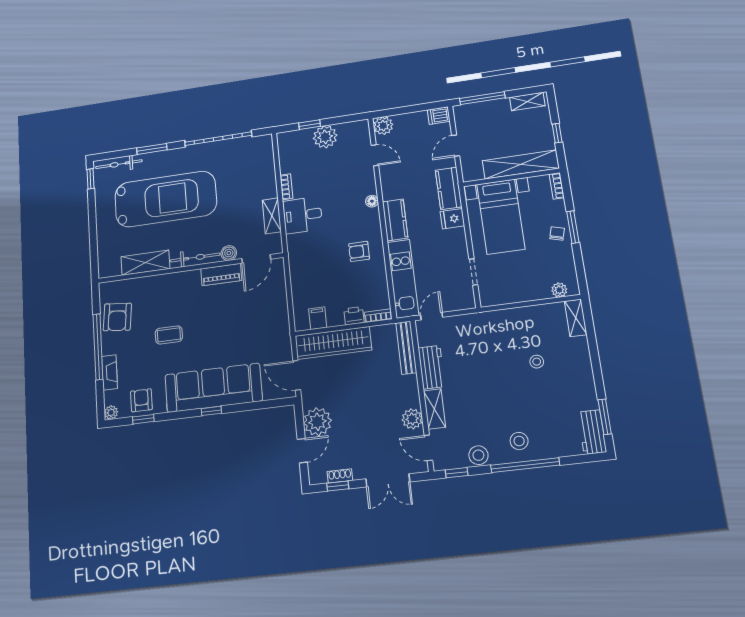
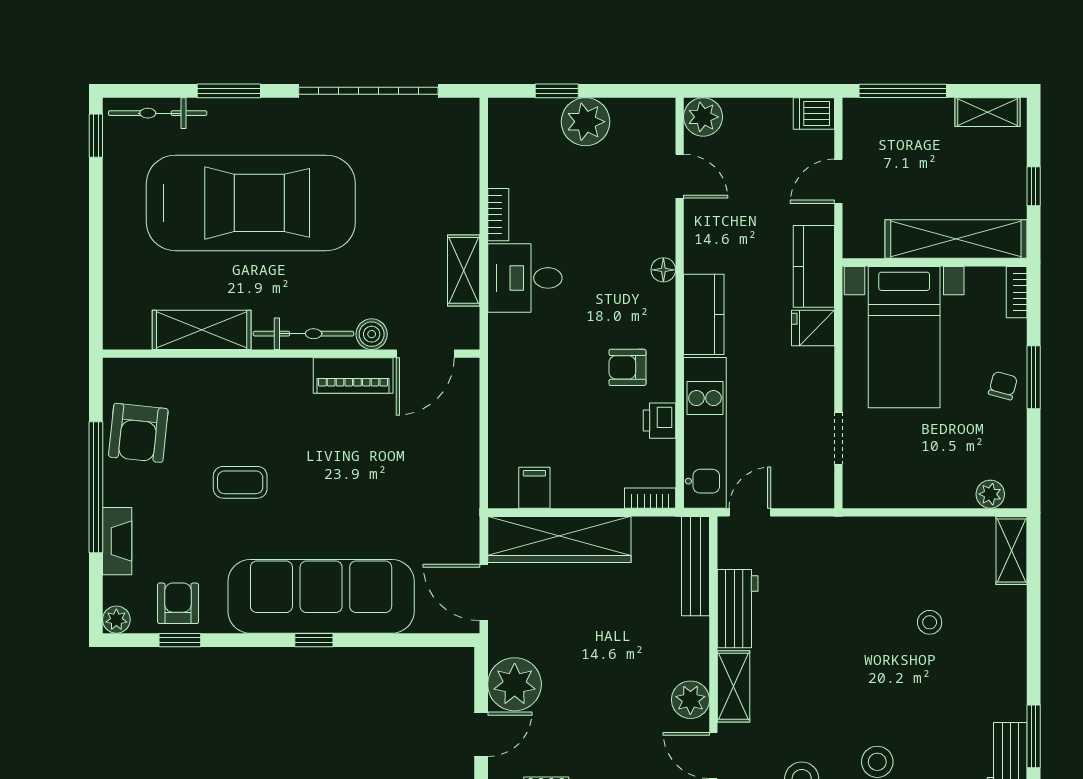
printer: (354, 316) -> (659, 421), moved, turned -90

